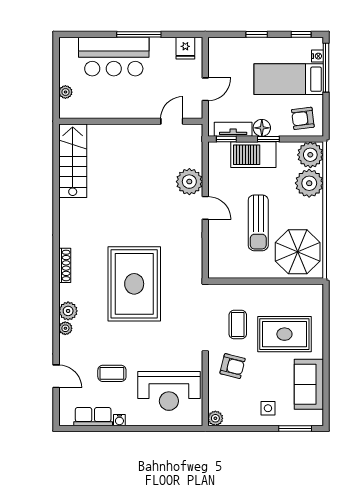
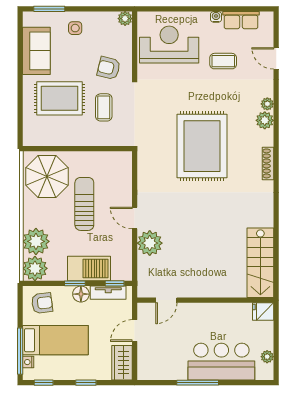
fridge: (185, 48) -> (263, 312), moved, turned -90
wardrobe: (219, 55) -> (122, 363), added
plant: (65, 92) -> (267, 357), moved

